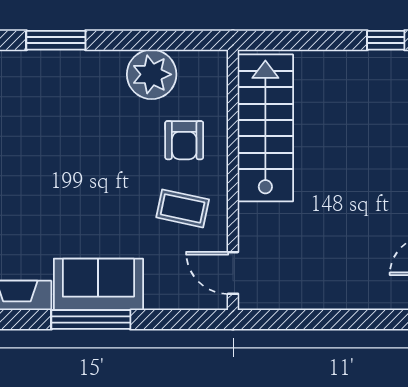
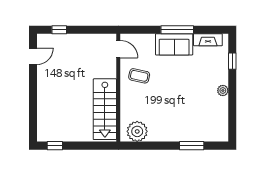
plant: (152, 74) -> (137, 131), moved
armchair: (184, 140) -> (139, 104), removed
window: (375, 320) -> (59, 30), added

